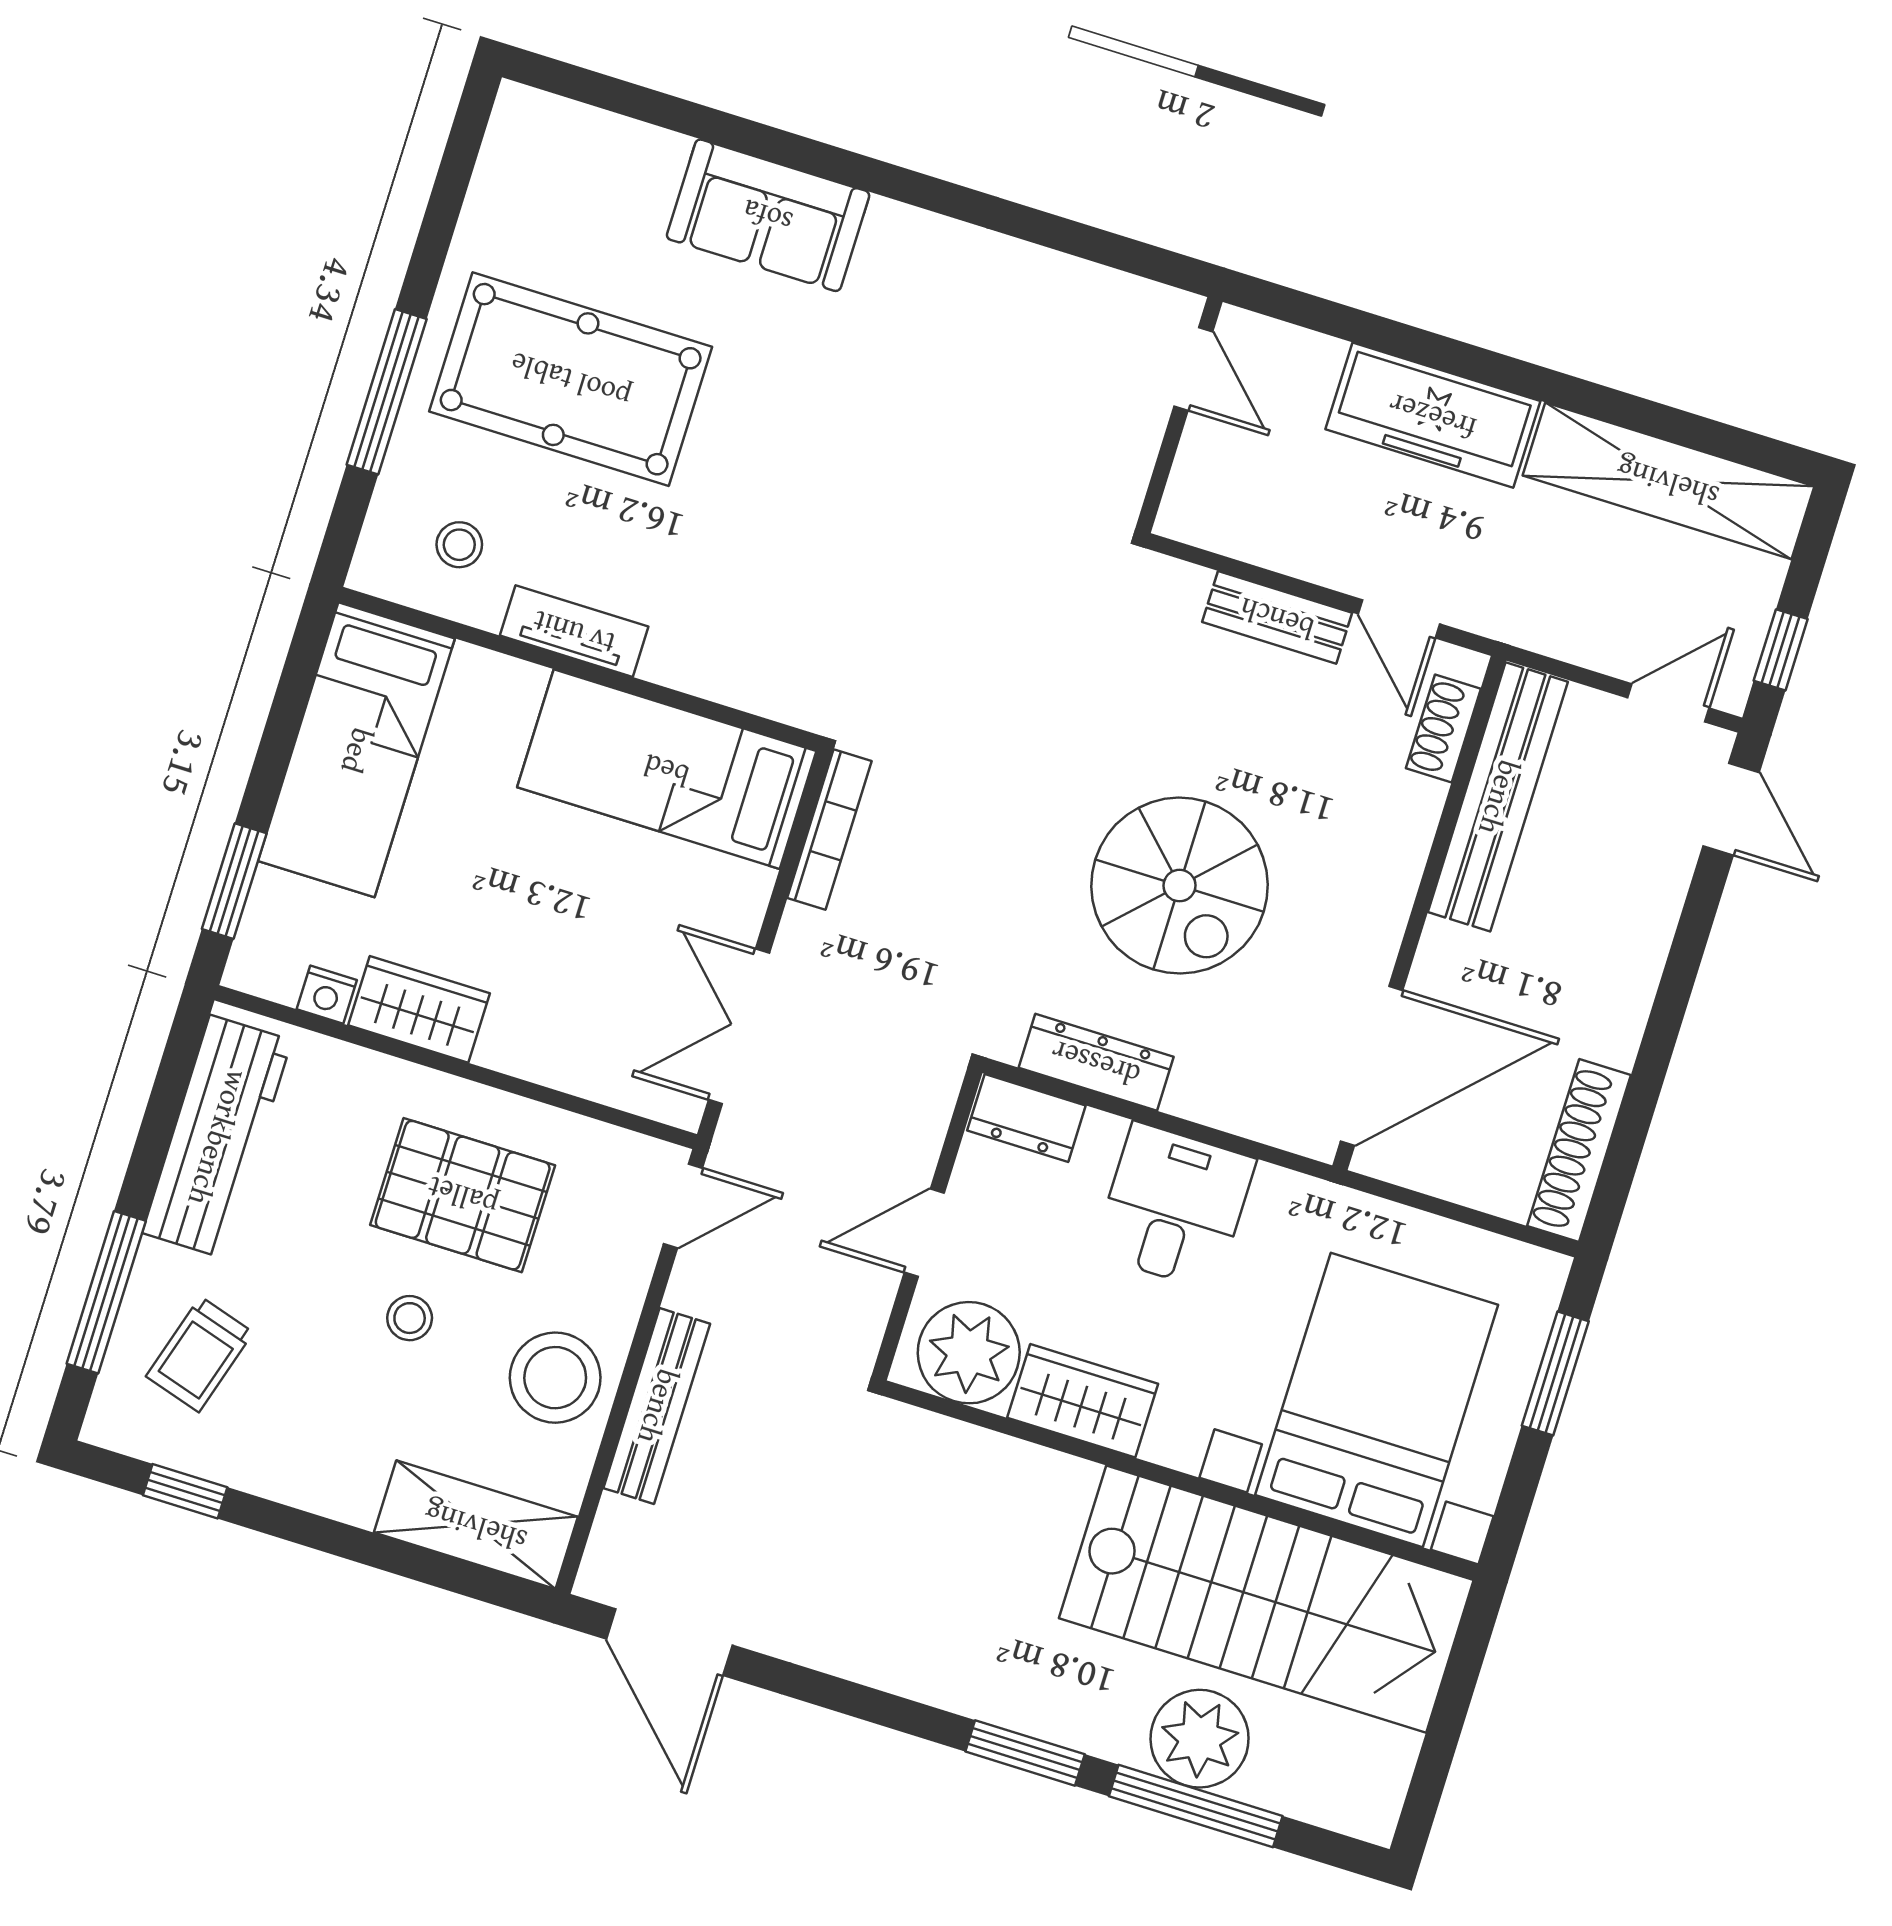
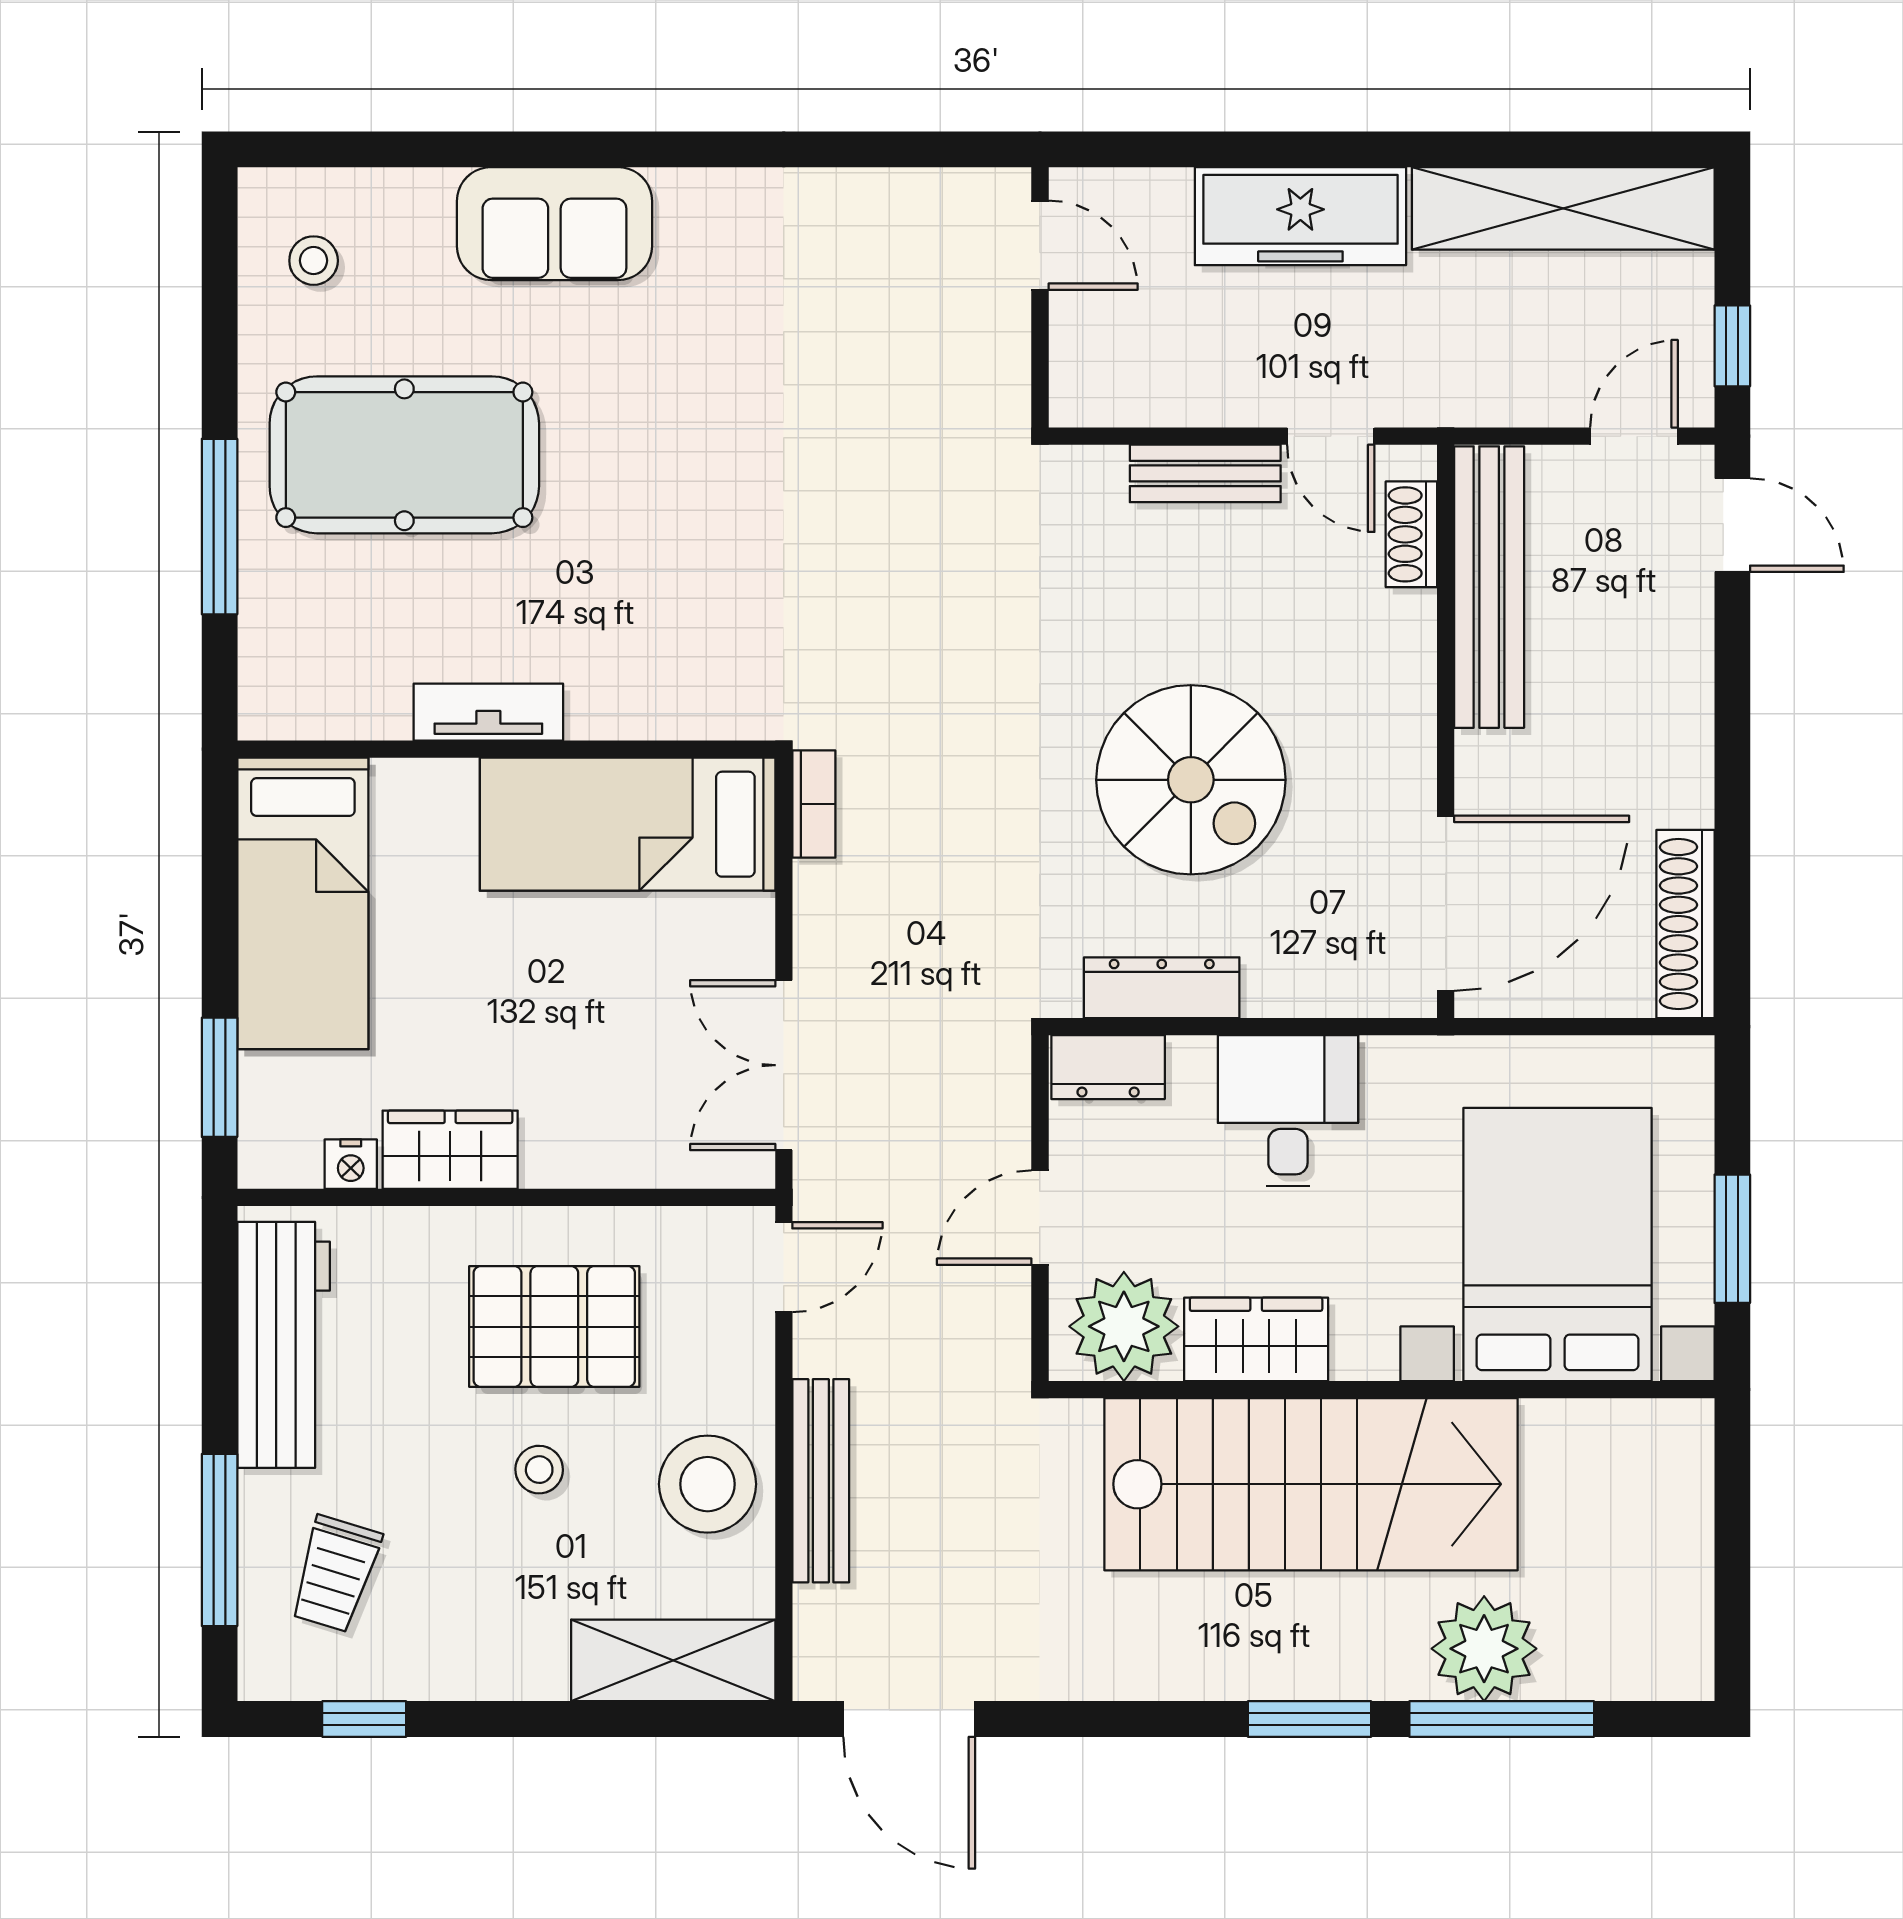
stool: (459, 545) -> (314, 261), moved
bookcase: (829, 830) -> (814, 804), width x0.64
window: (1555, 1373) -> (1732, 1239), moved
stairs: (1266, 1599) -> (1311, 1484), moved

